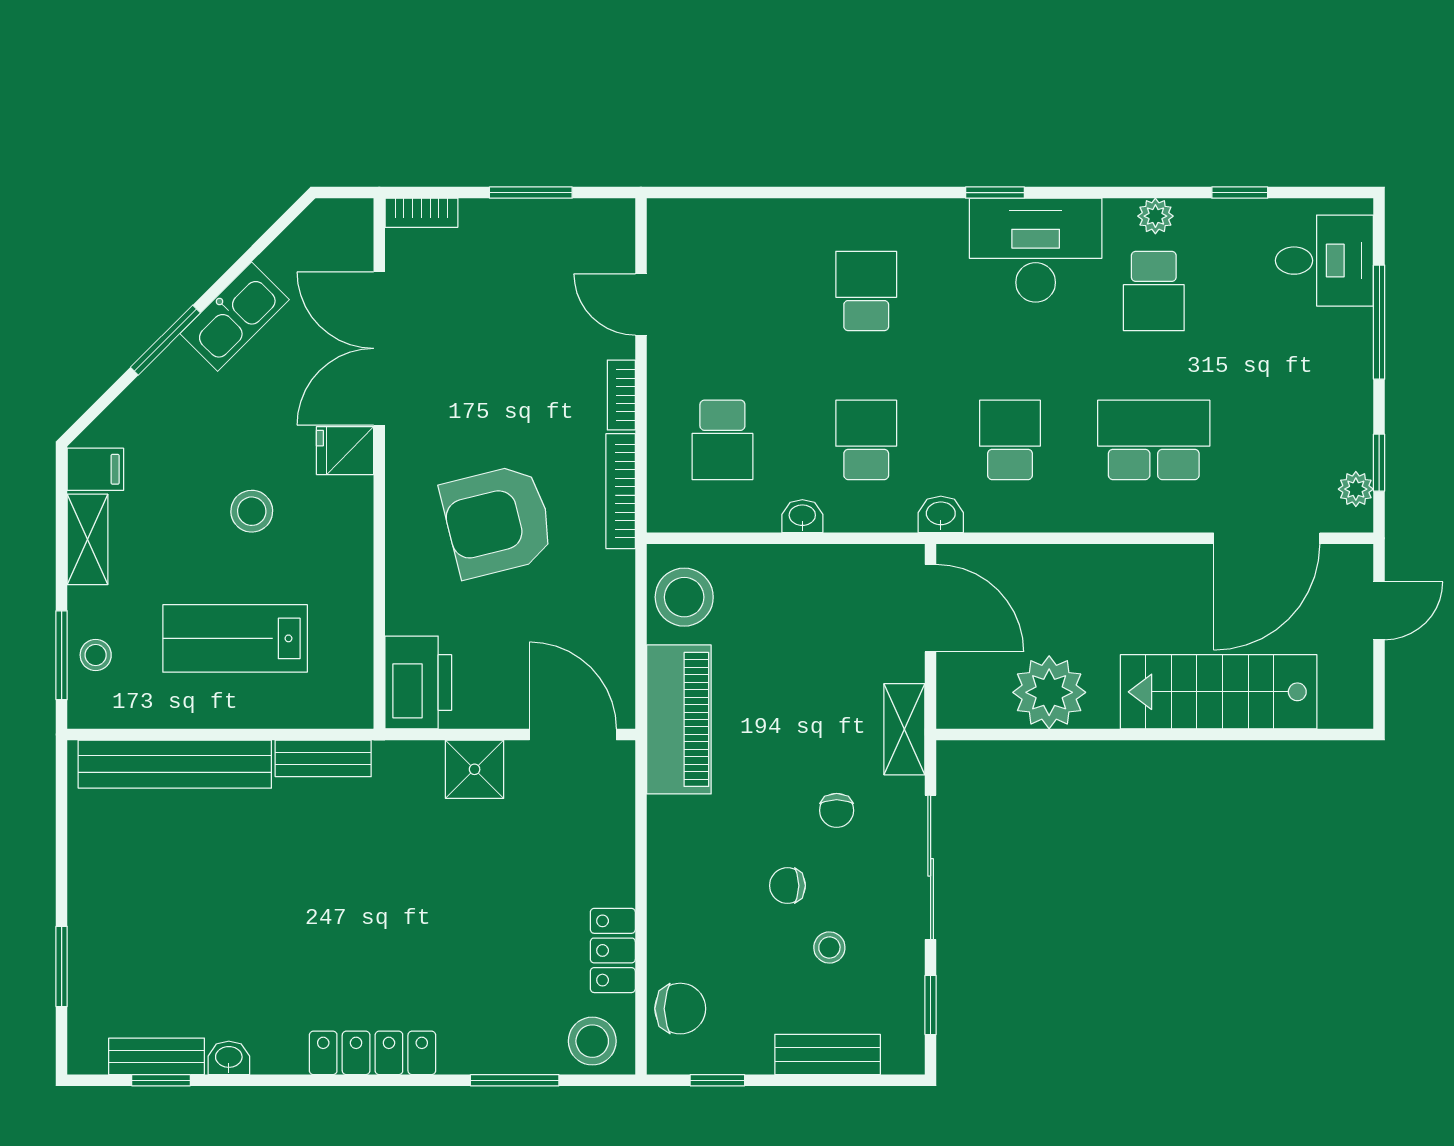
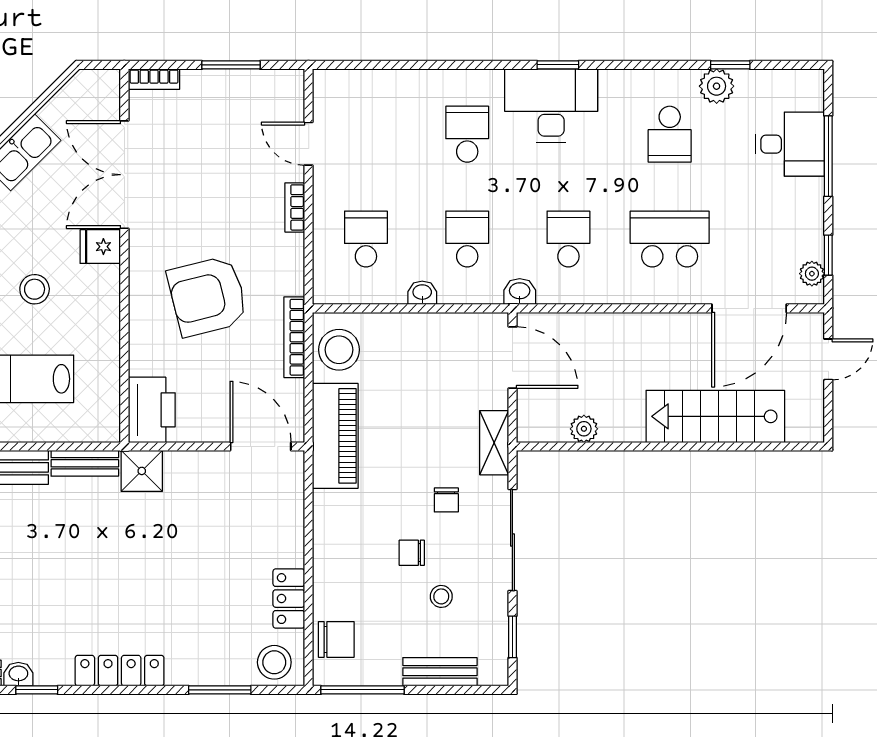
plant: (1155, 216) -> (717, 86), moved, width x1.38, depth x1.38
desk: (1036, 250) -> (551, 105), moved
desk: (1324, 261) -> (790, 144), moved
school desk: (722, 440) -> (366, 239), turned 180
bookcase: (621, 491) -> (294, 337), moved
plant: (1049, 692) -> (584, 429), width x0.53, depth x0.53
shower: (475, 769) -> (142, 471), moved
window: (255, 1080) -> (37, 690), added
window: (717, 1080) -> (362, 690), width x2.17

